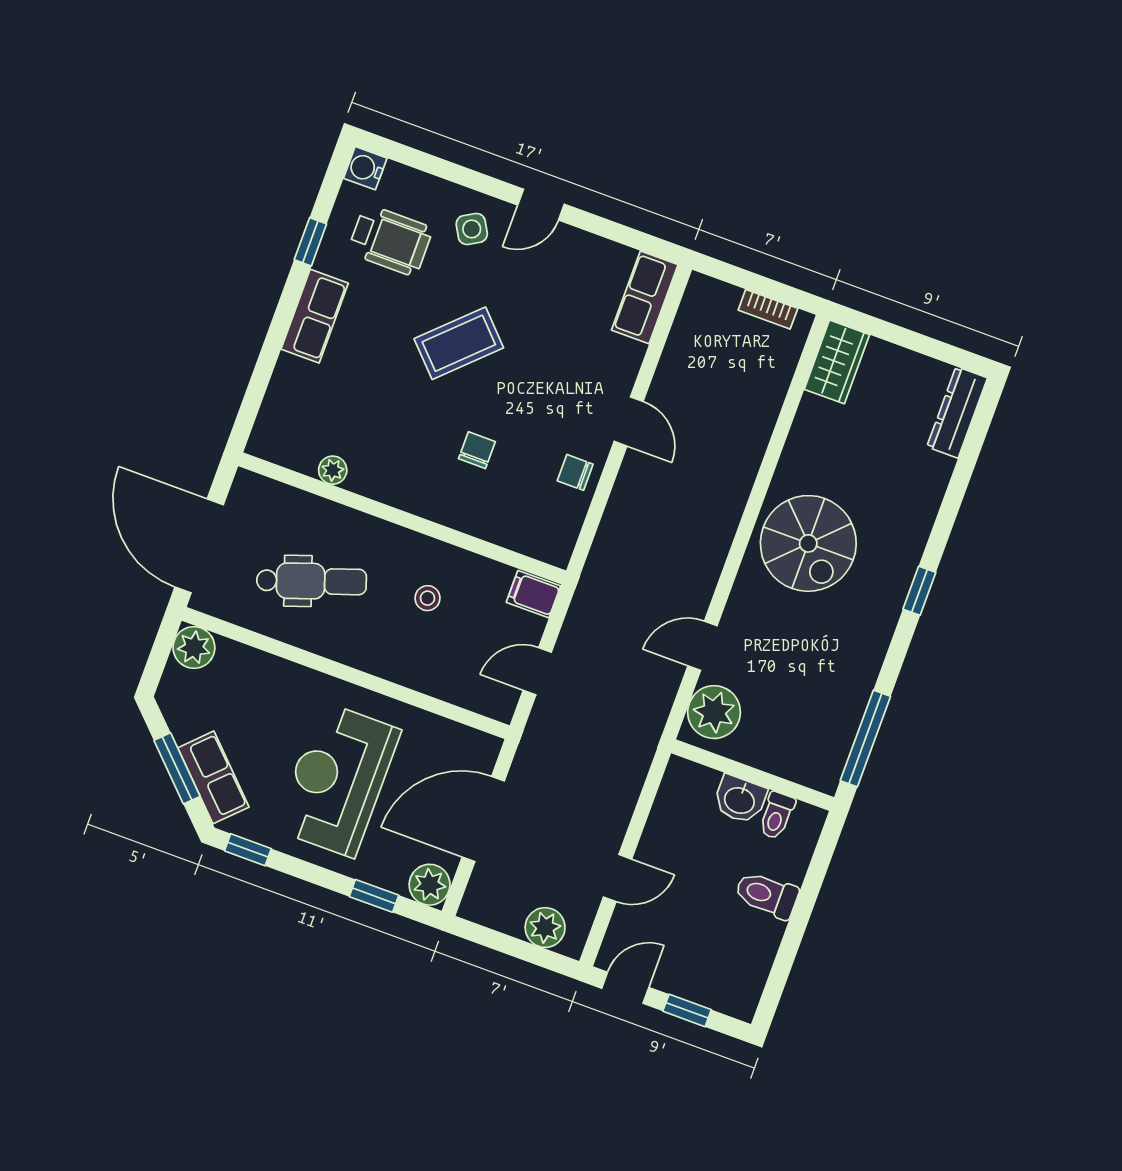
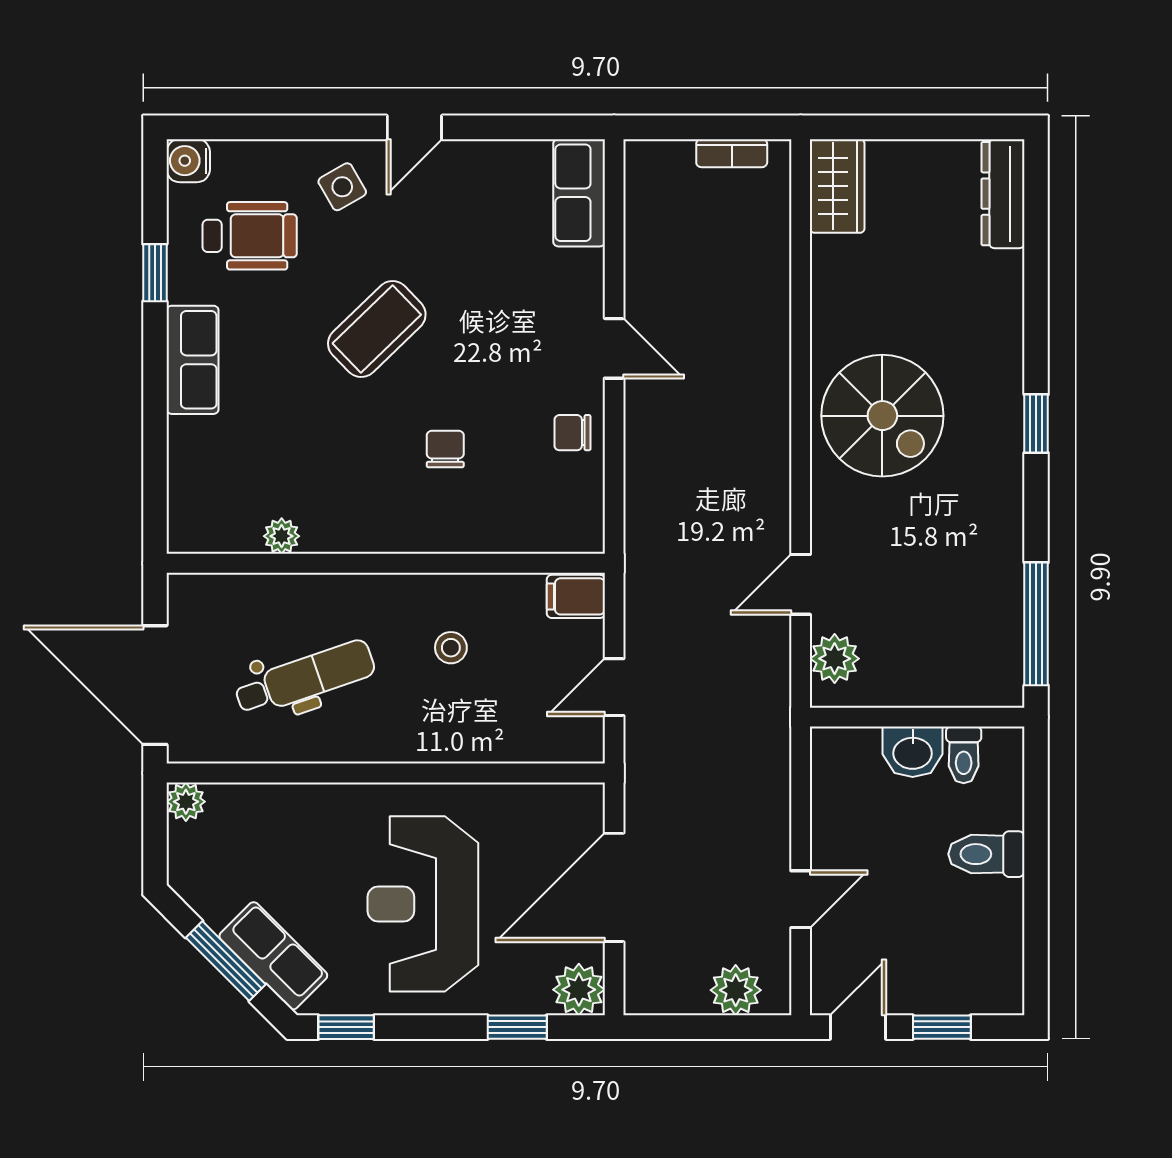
plant: (194, 648) -> (186, 802), width x0.73, depth x0.73
plant: (714, 712) -> (835, 659), width x0.73, depth x0.73

